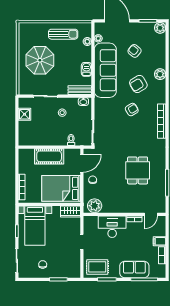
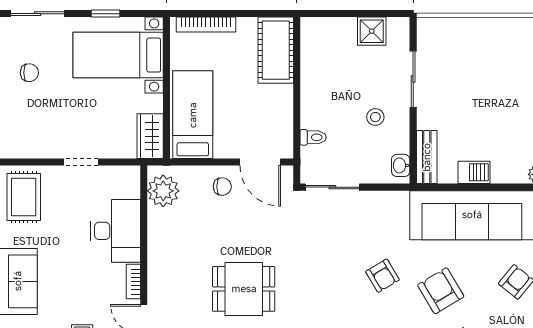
parasol: (40, 60) -> (495, 66), removed
cot: (49, 156) -> (276, 50), moved
bed: (61, 188) -> (193, 115), width x0.67

